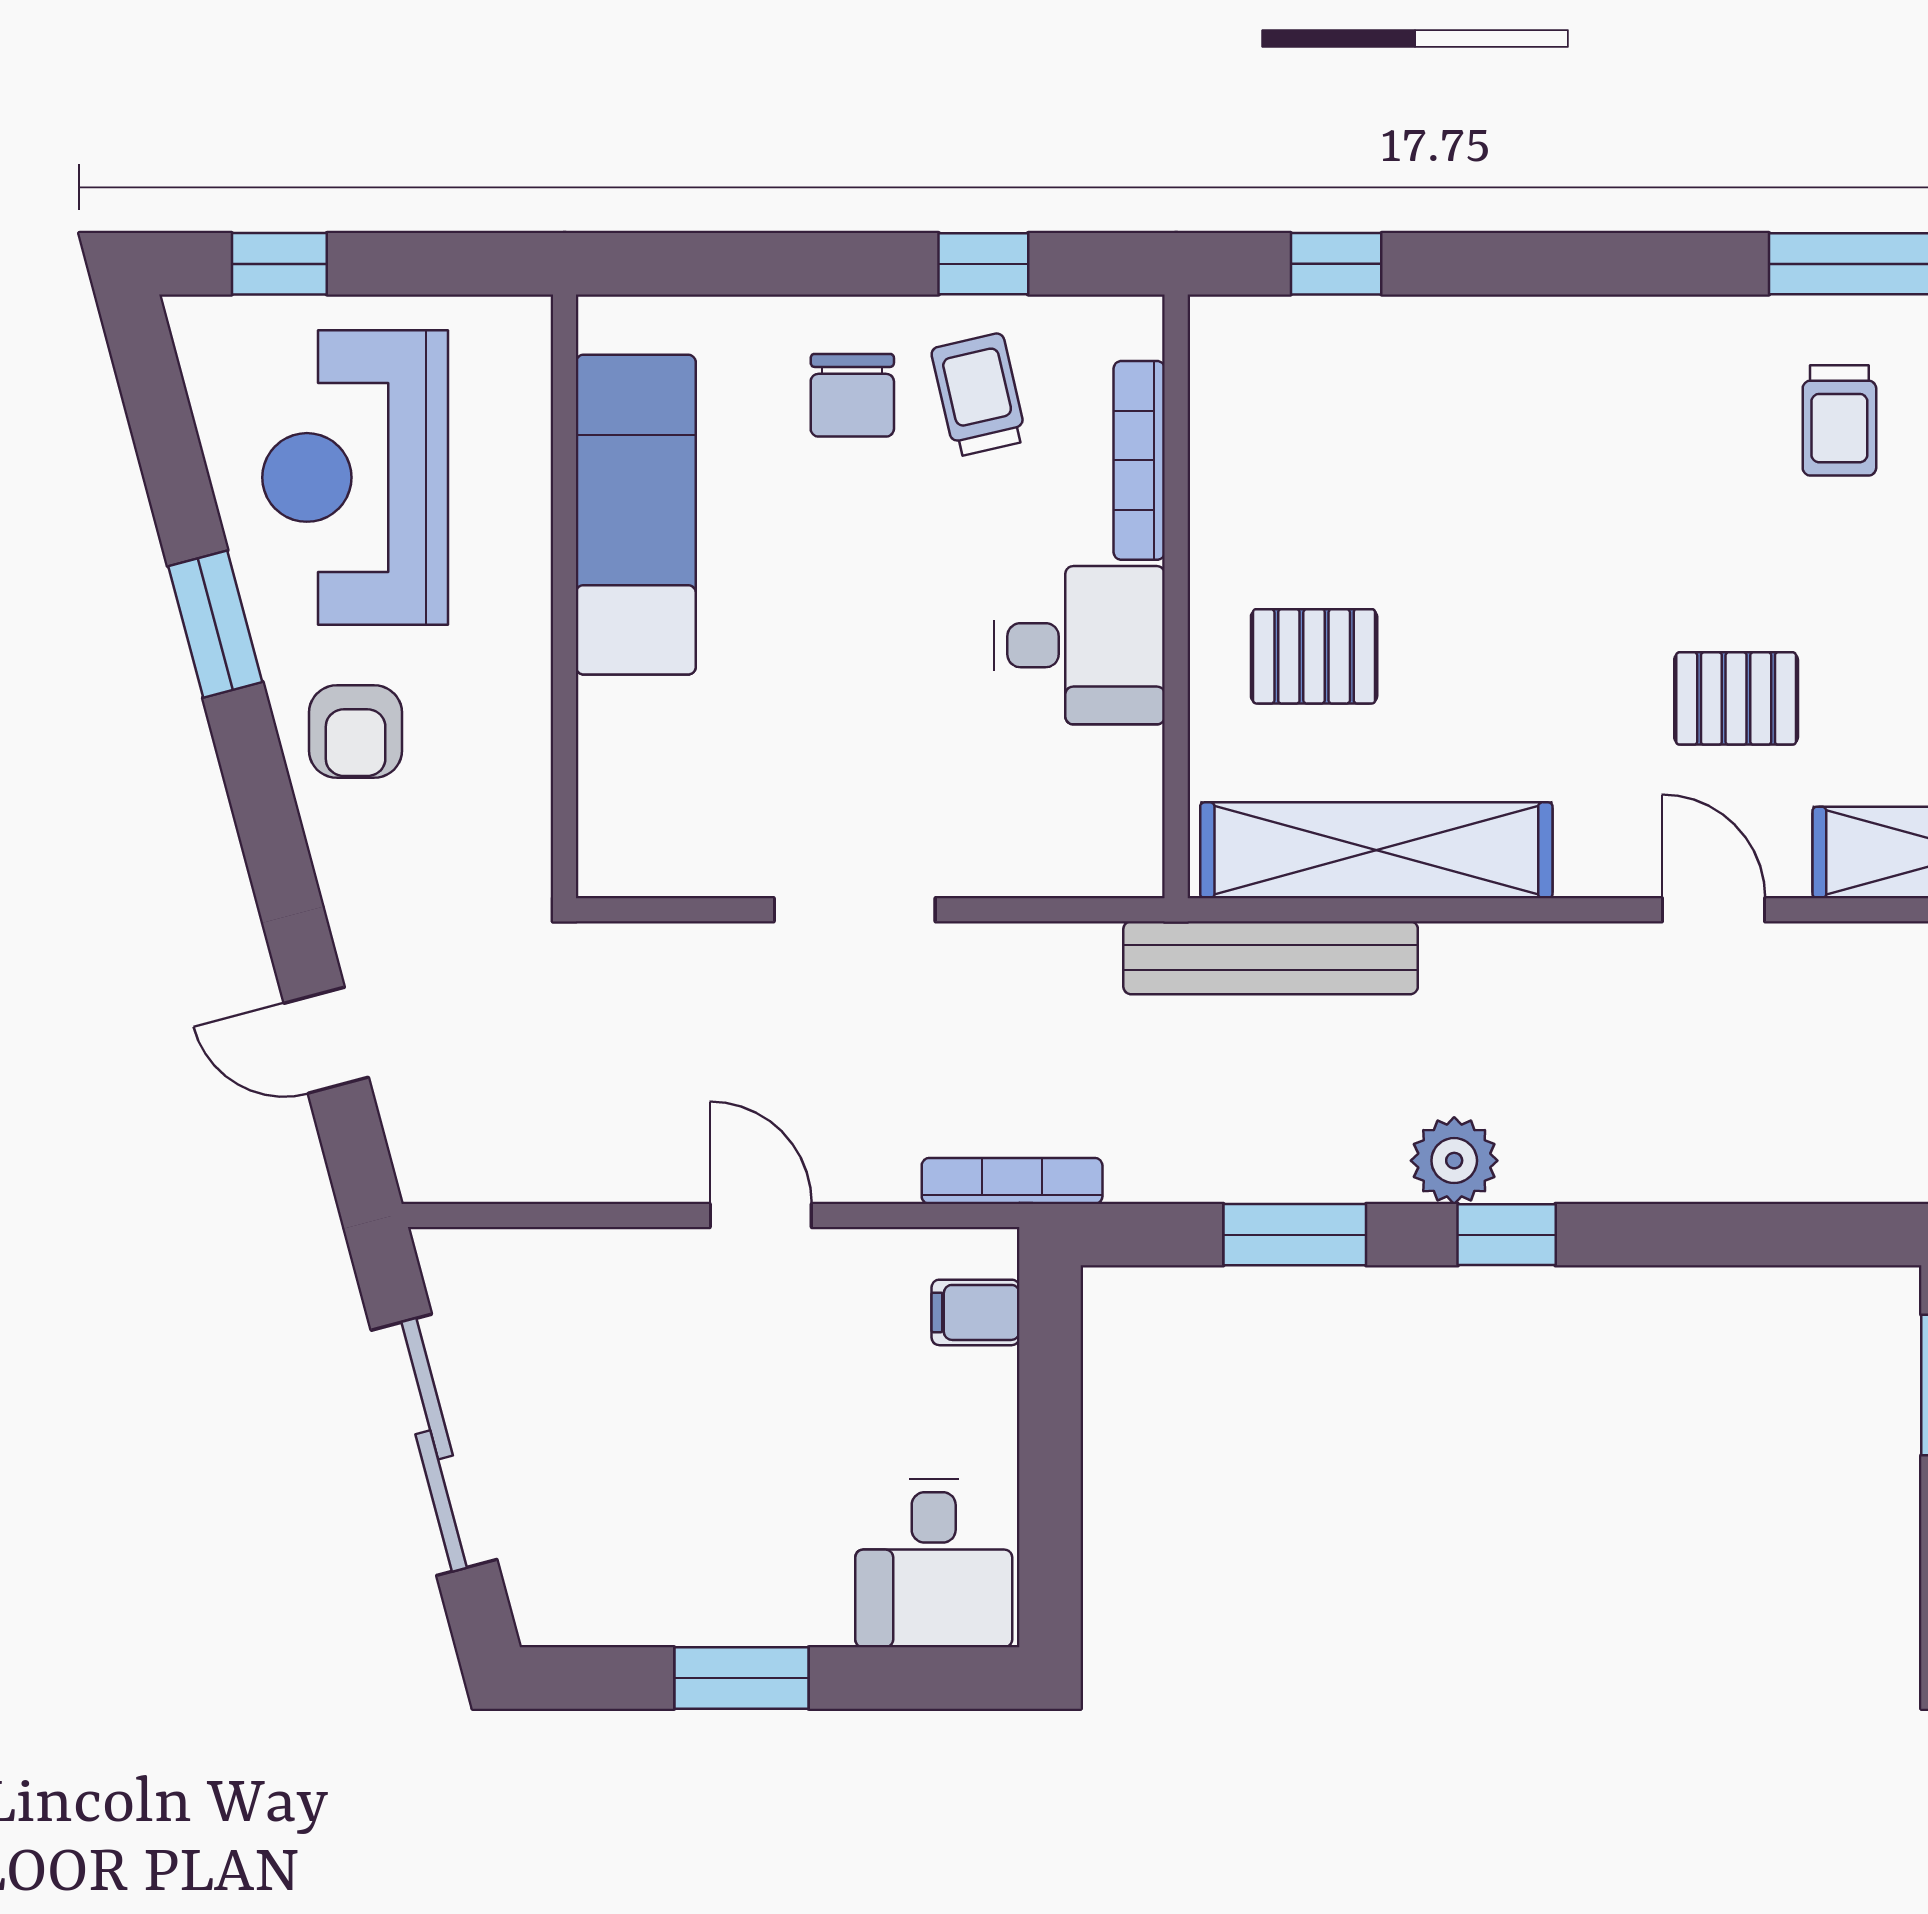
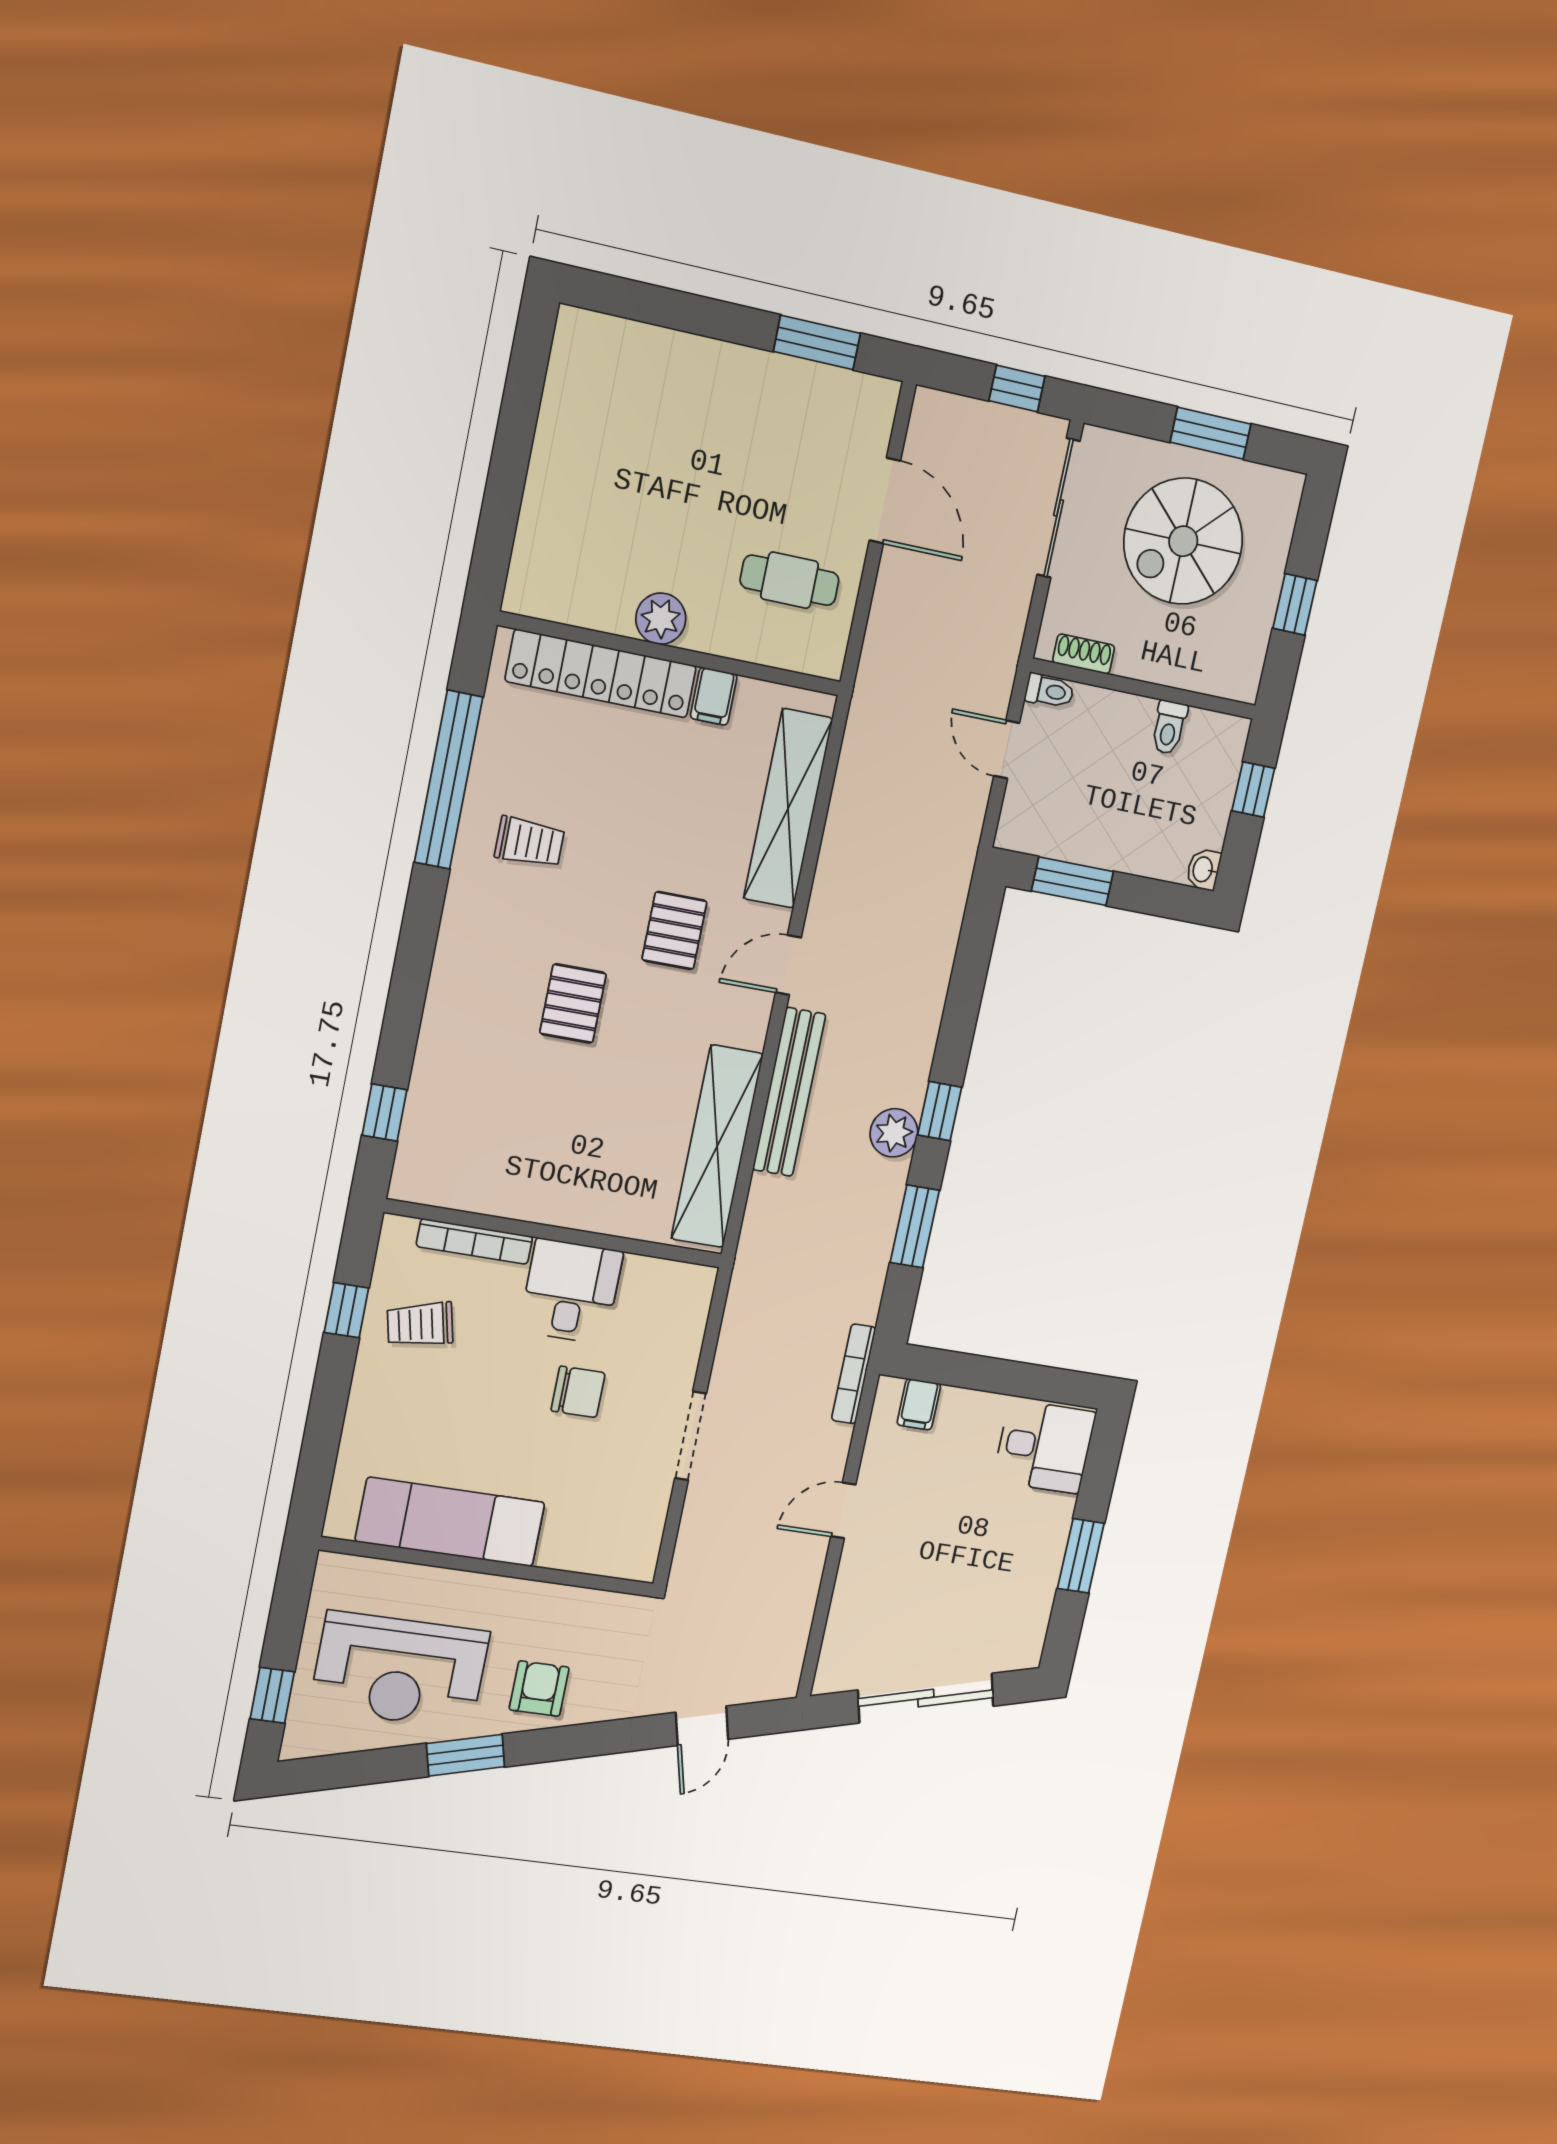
chair: (852, 395) -> (578, 1392), moved
pallet: (1314, 656) -> (573, 1003), moved
armchair: (356, 732) -> (539, 1689), turned -90
bench: (1271, 958) -> (789, 1092), moved

